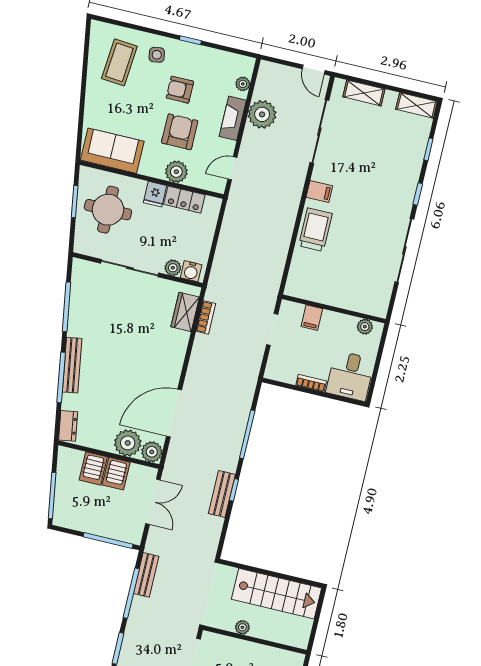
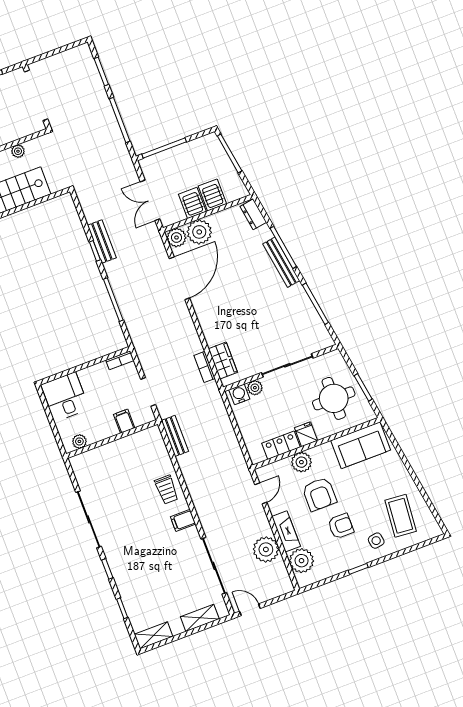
plant: (243, 84) -> (302, 561), width x1.87, depth x1.87
trolley: (315, 230) -> (167, 490), width x0.73, depth x0.72
bookcase: (311, 383) -> (120, 360), moved
bench: (146, 575) -> (175, 436), moved

